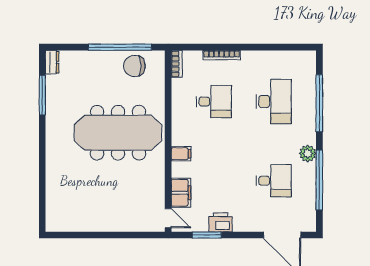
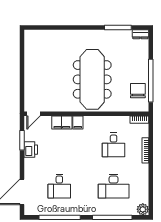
plant: (308, 153) -> (143, 209), moved
filing cabinet: (181, 193) -> (62, 123), moved

